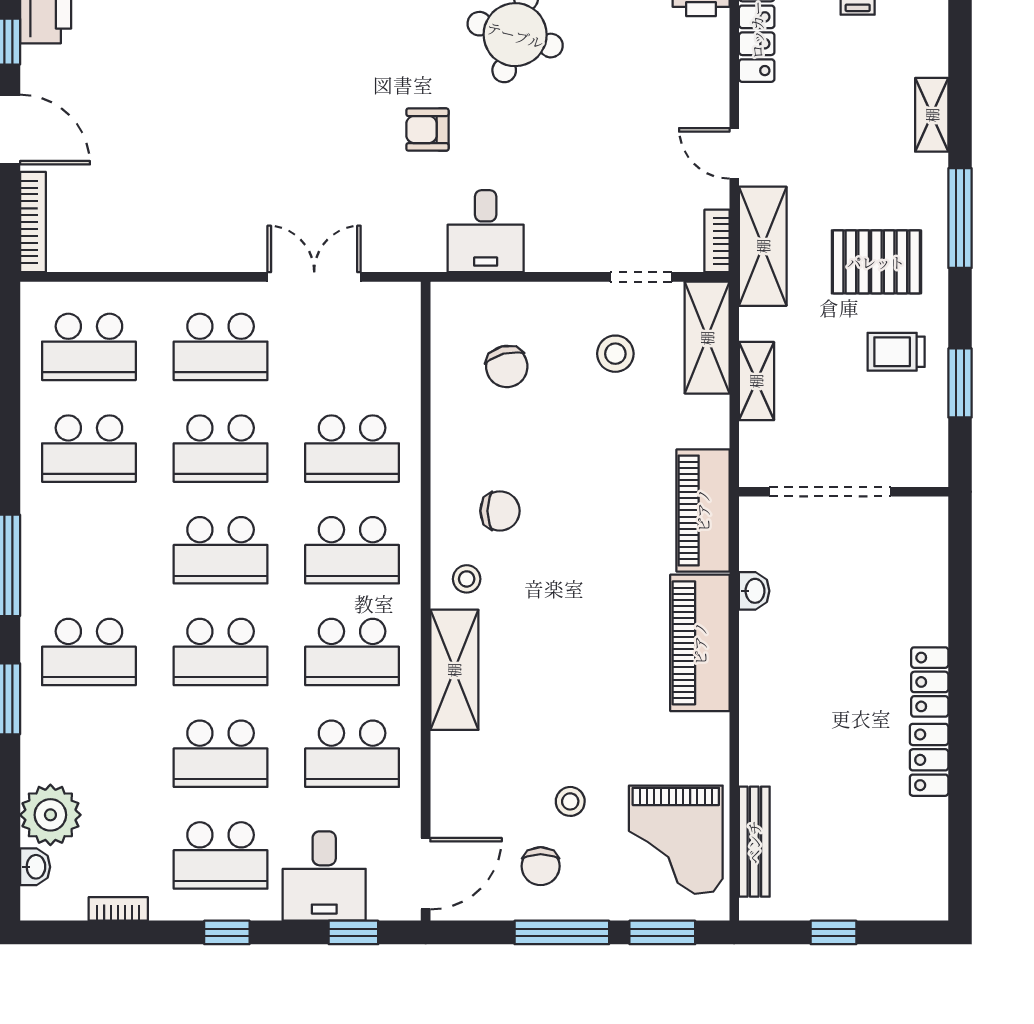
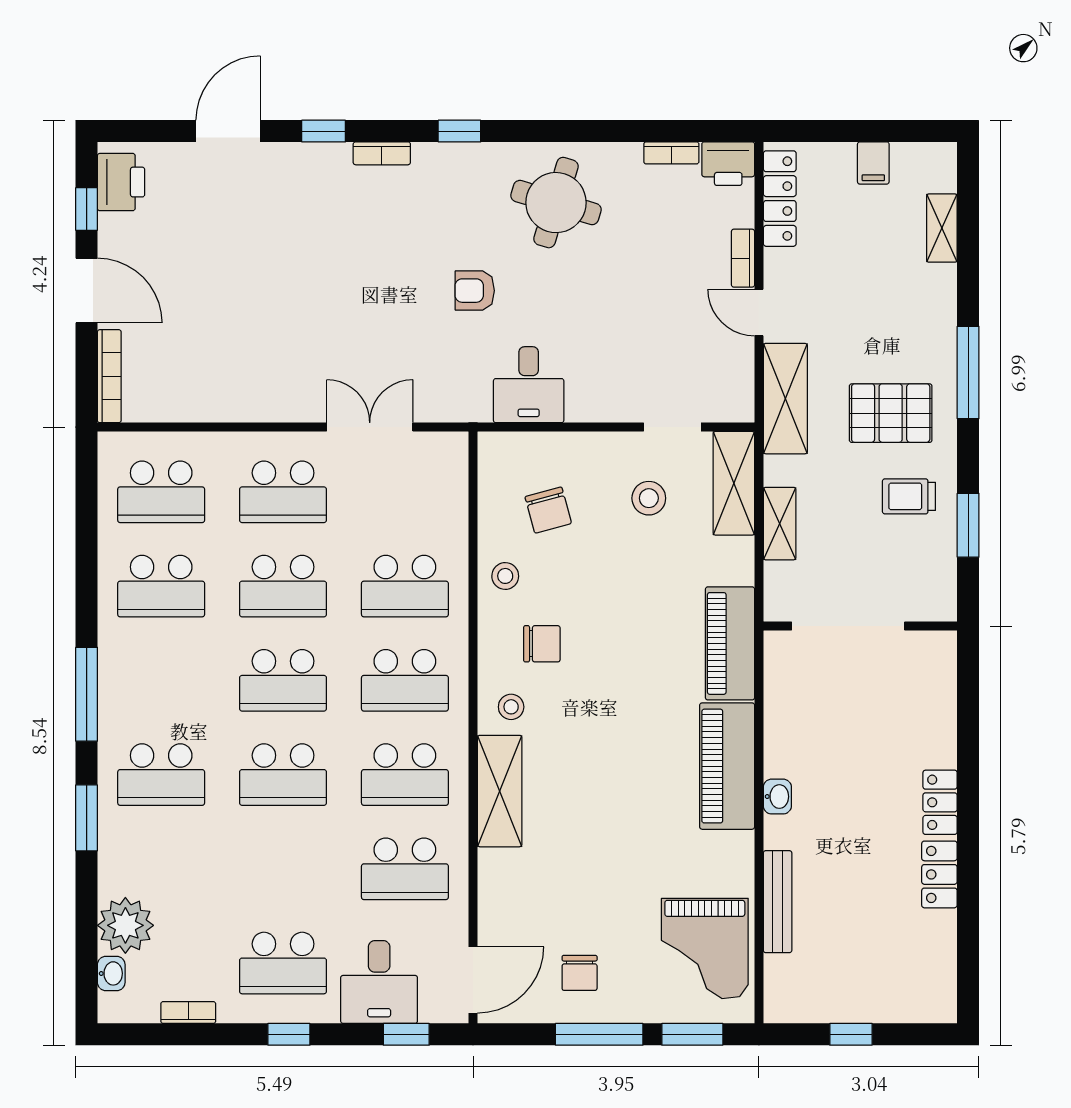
shelving: (932, 115) -> (942, 228), moved
bookcase: (717, 241) -> (743, 258), moved
washbasin: (754, 591) -> (777, 797), moved
school desk: (221, 754) -> (283, 869), removed
stool: (570, 801) -> (505, 576), moved
bench: (754, 842) -> (778, 902), moved

